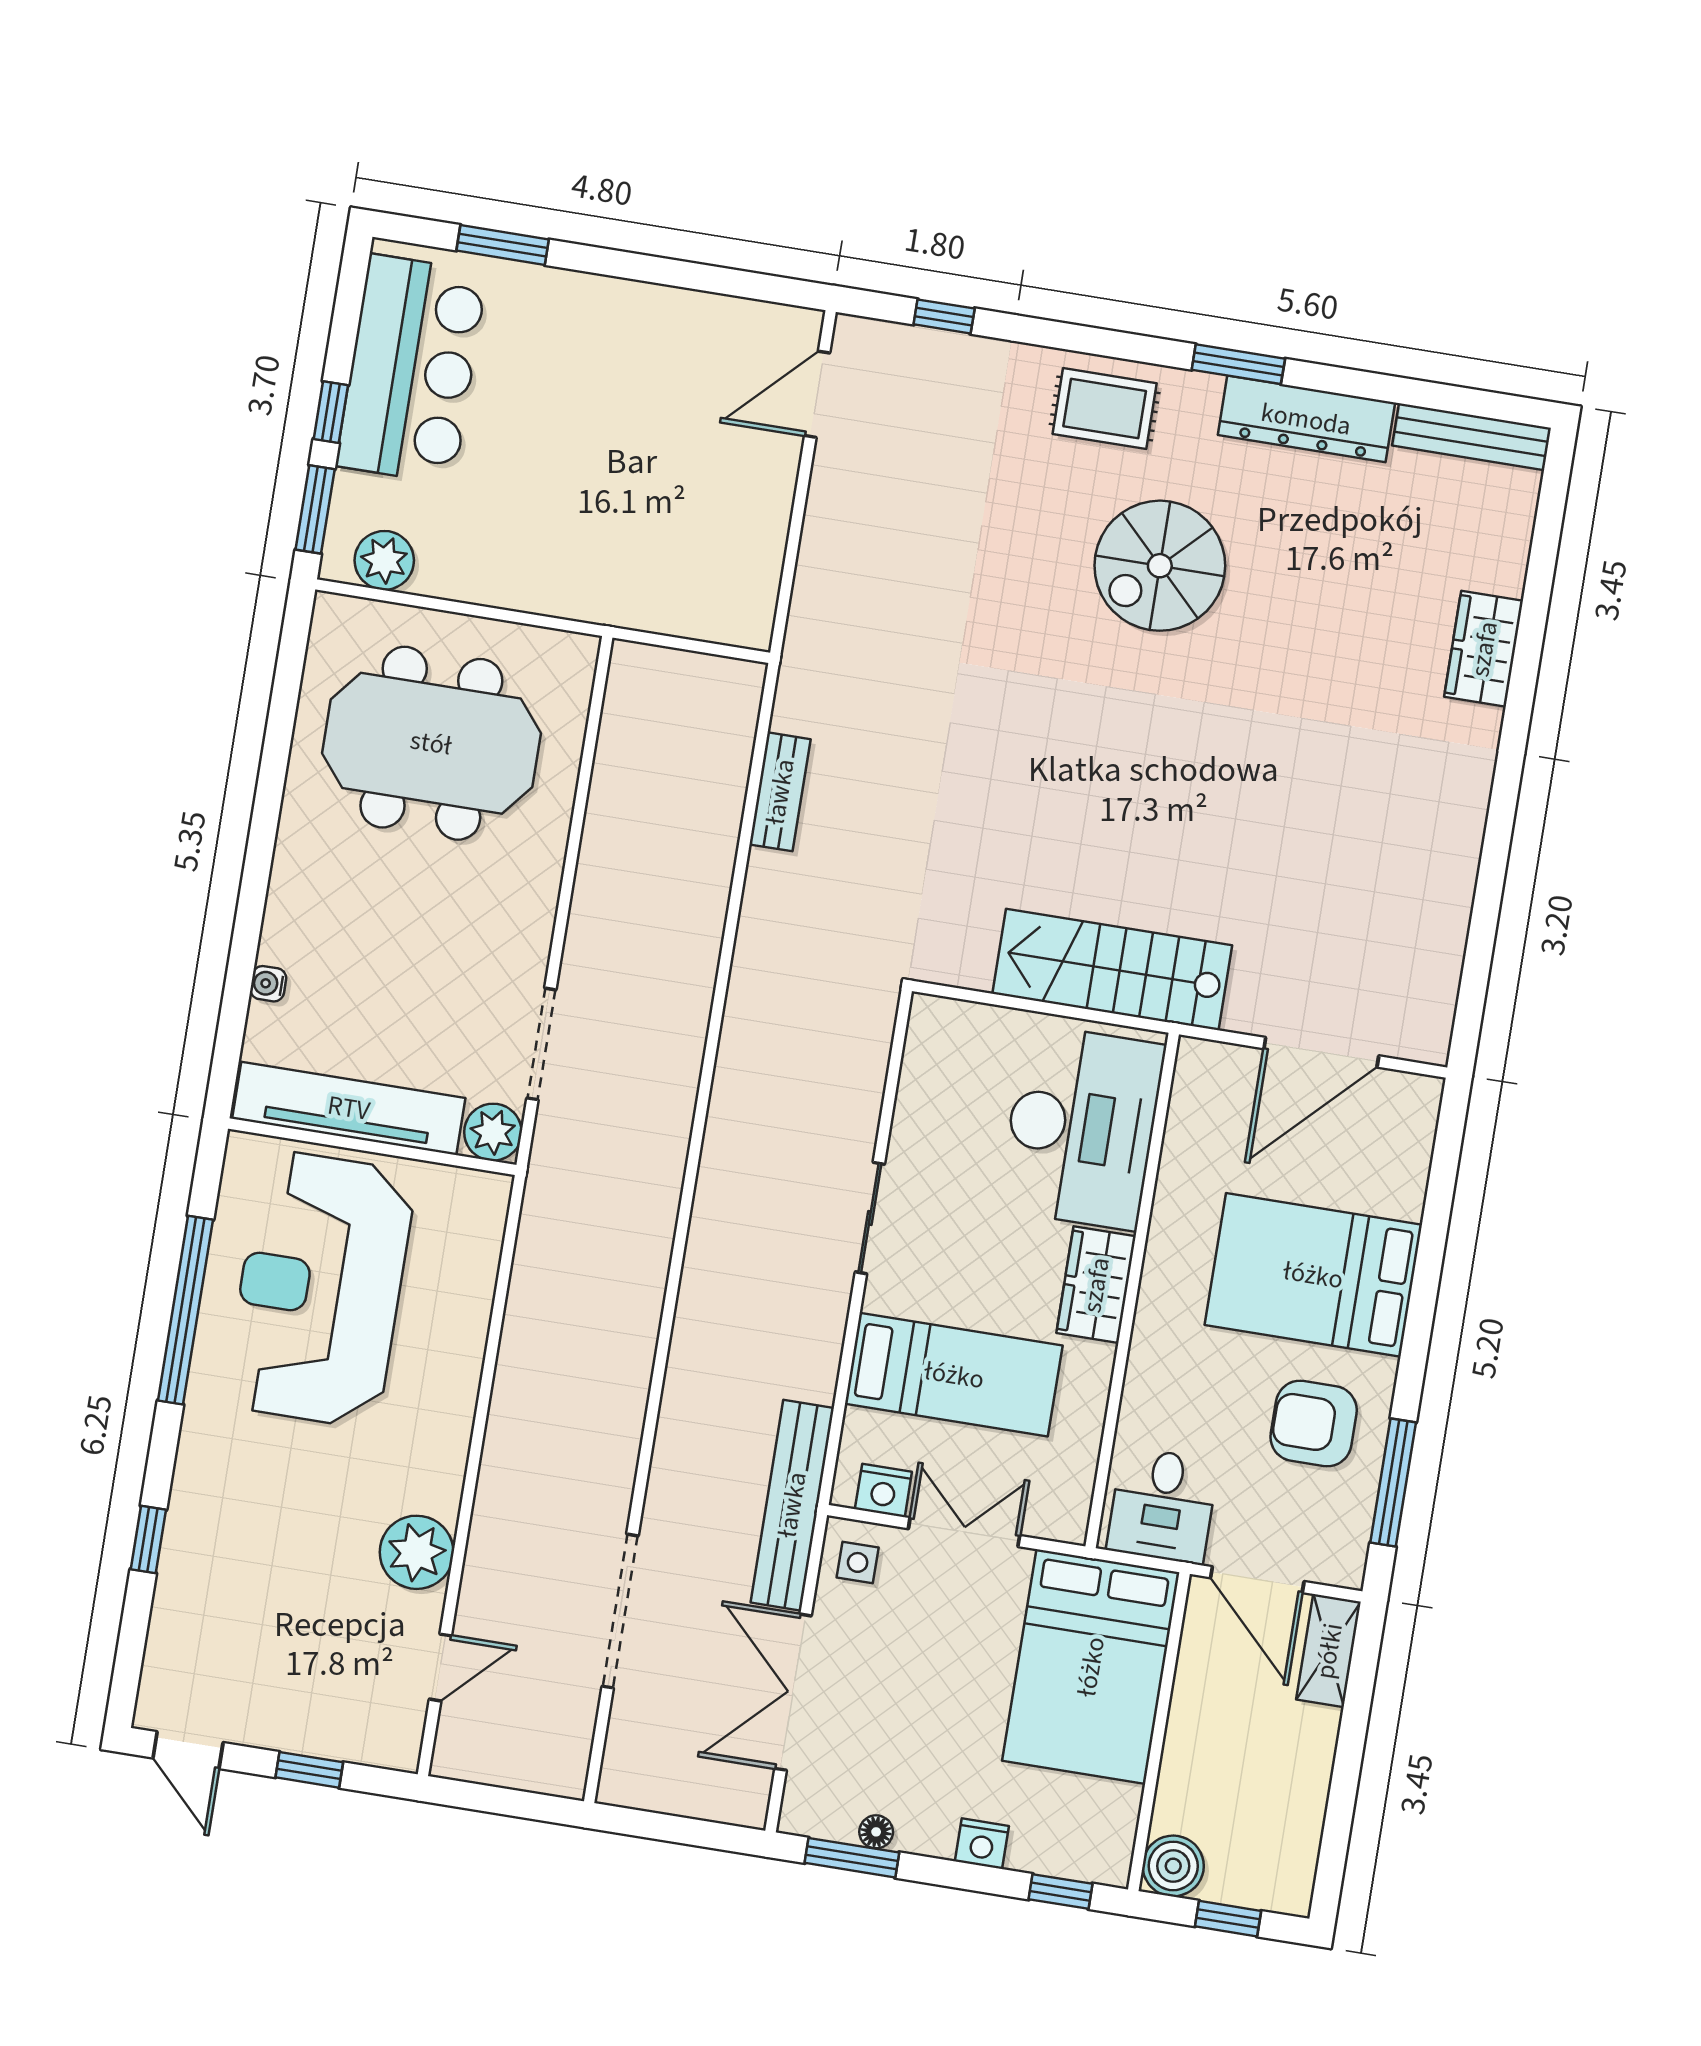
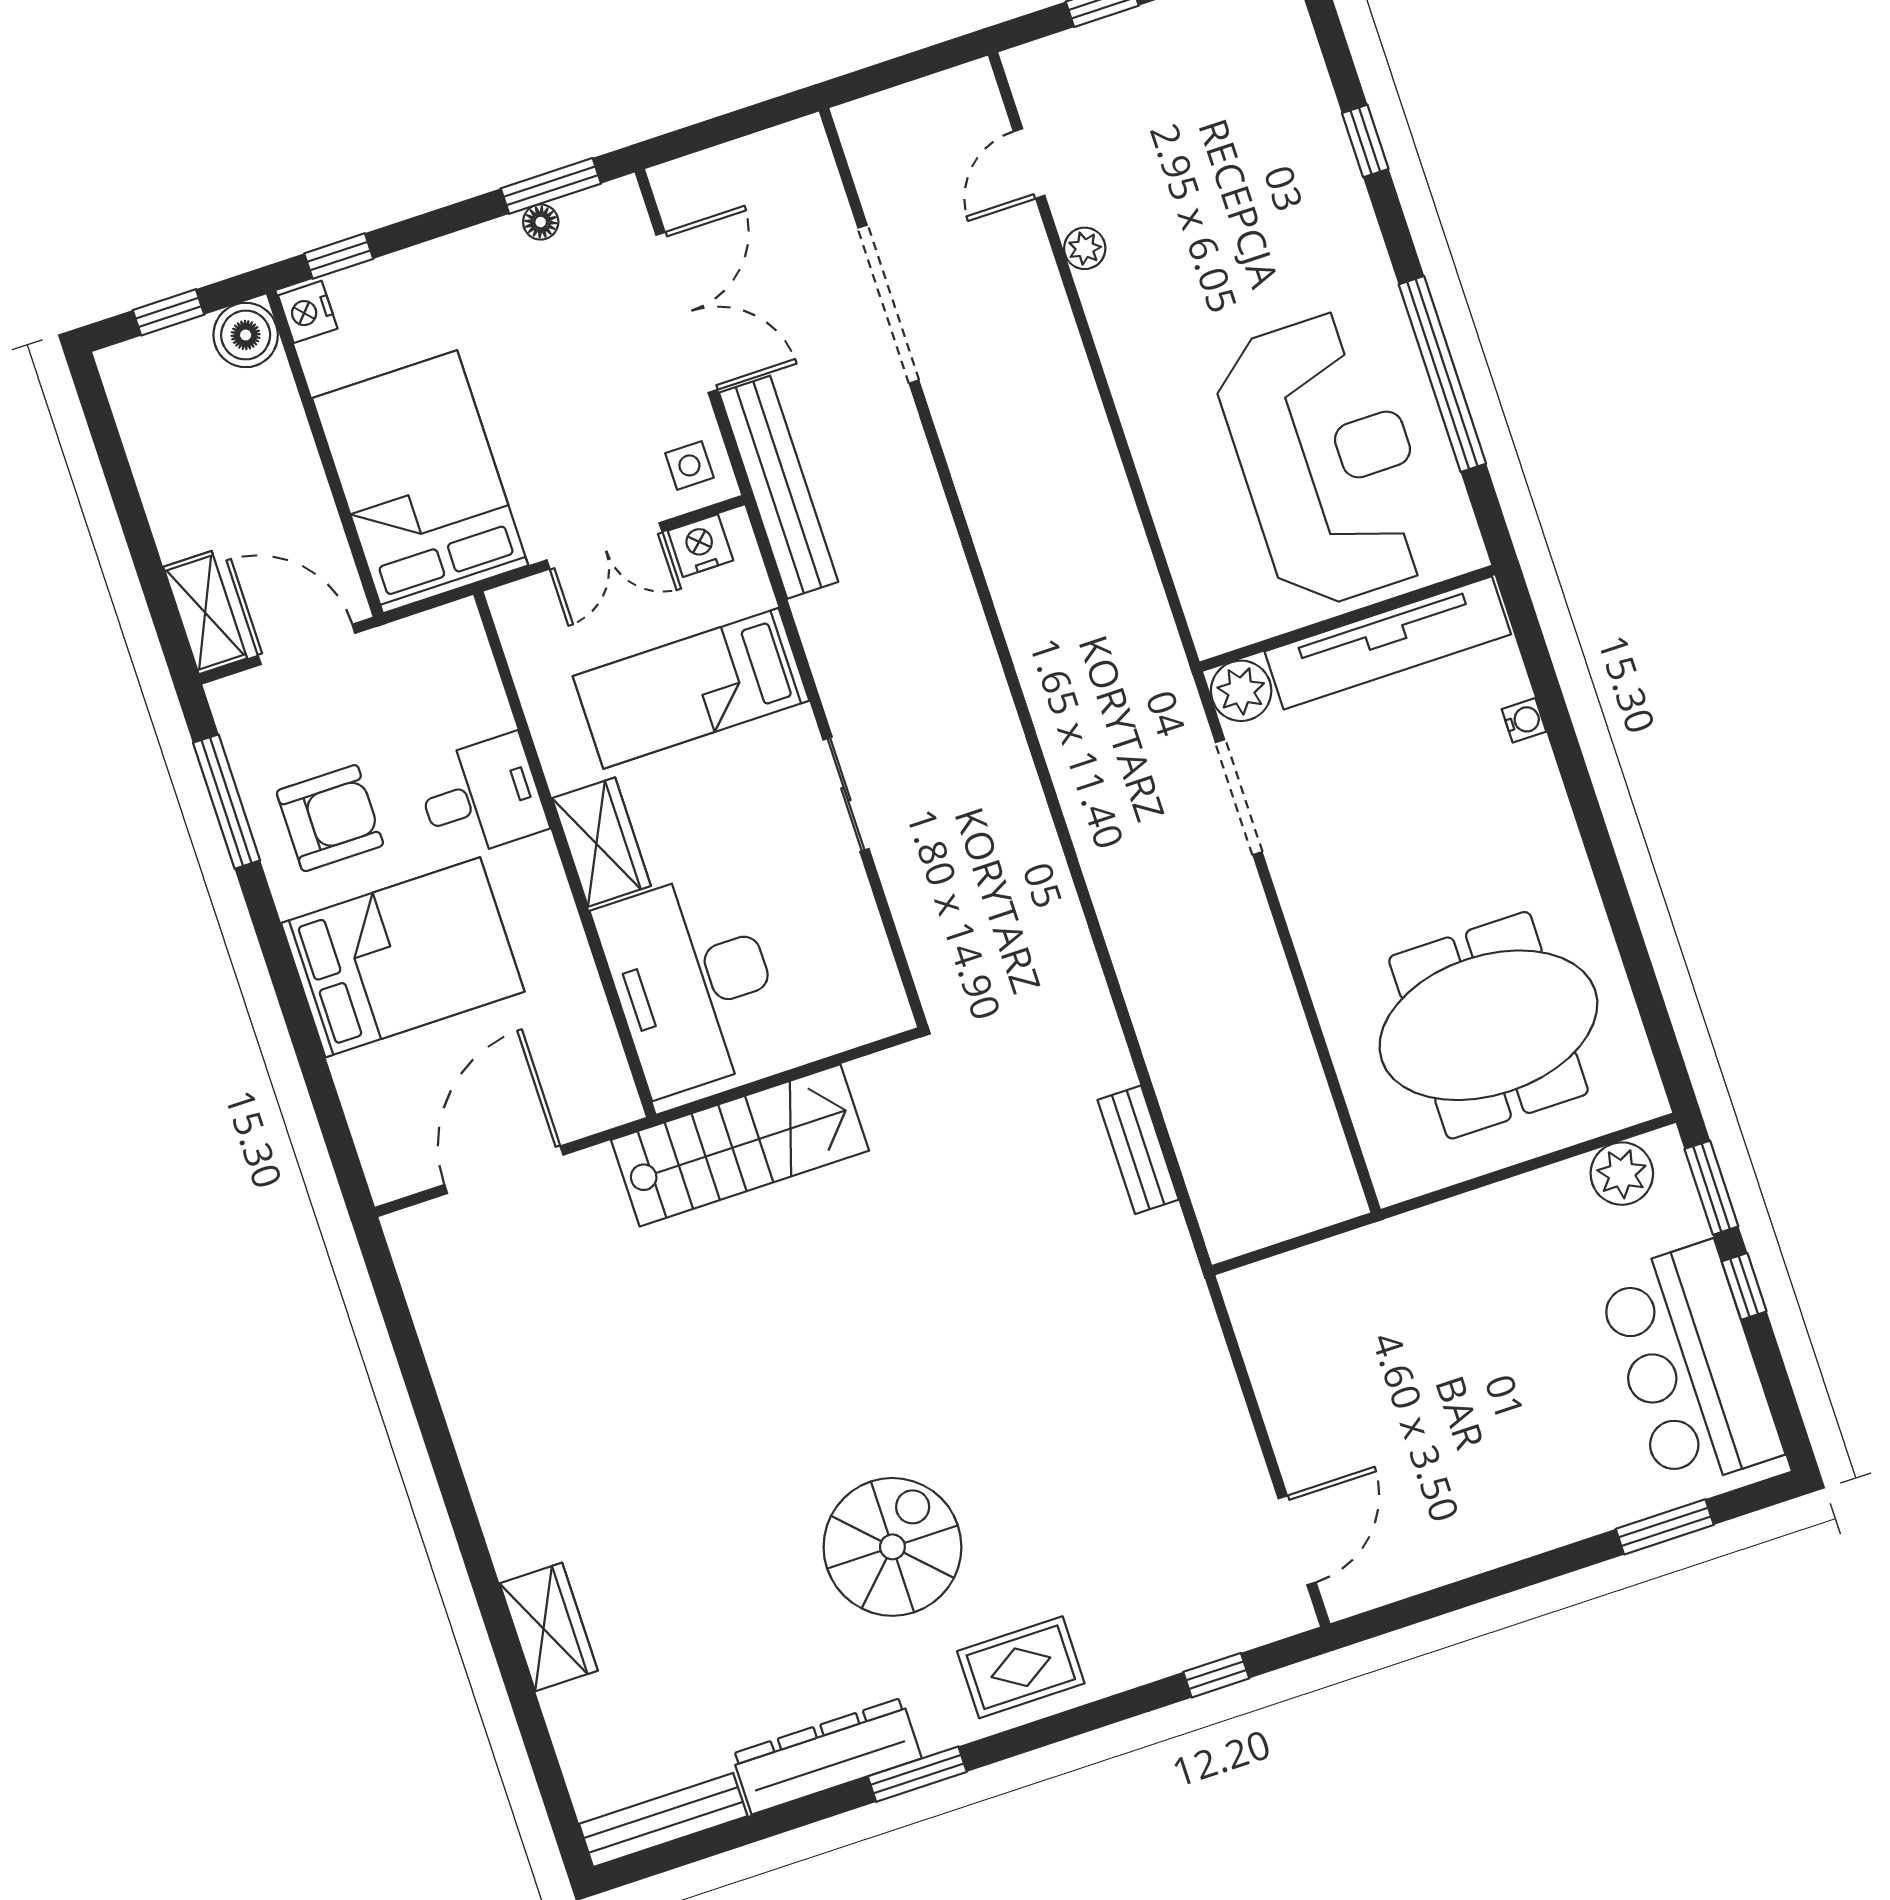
desk: (1163, 1505) -> (481, 797), moved, turned 90
plant: (417, 1552) -> (1085, 248), width x0.53, depth x0.53
nightstand: (982, 1844) -> (308, 312), moved, turned -90

